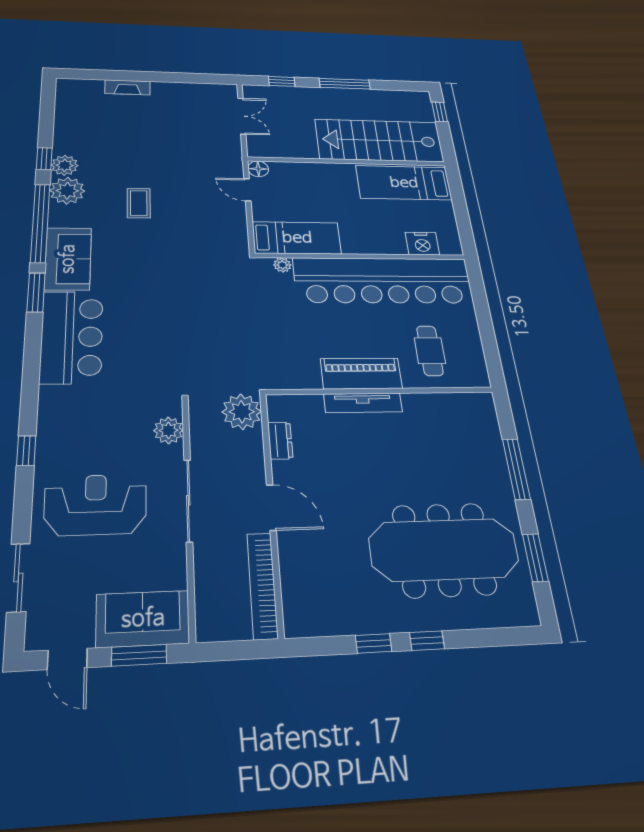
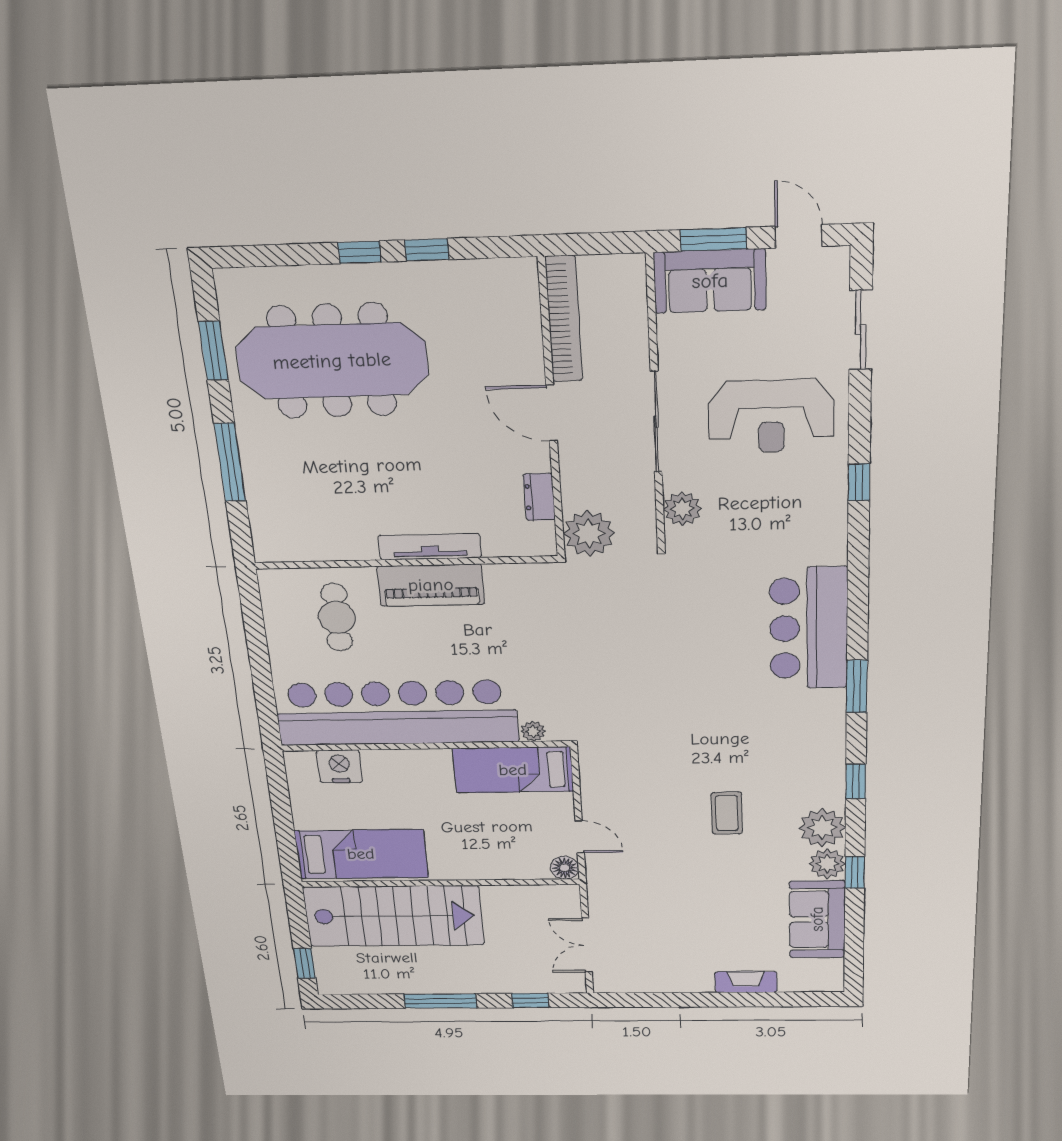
window: (40, 223) -> (856, 781), width x0.32
sofa: (68, 259) -> (817, 919), moved

